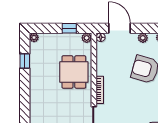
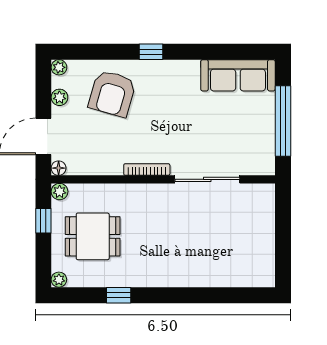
window: (25, 61) -> (119, 295), moved
dining table: (74, 72) -> (93, 236), moved

